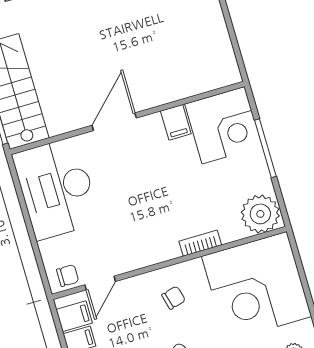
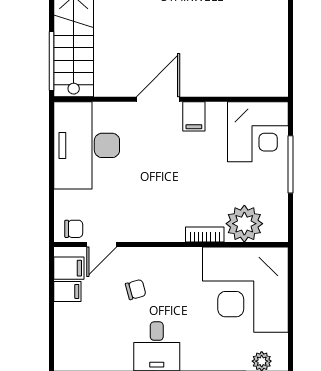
filing cabinet: (176, 122) -> (194, 116), moved
plant: (260, 214) -> (244, 224), moved
chair: (174, 298) -> (136, 290), moved

